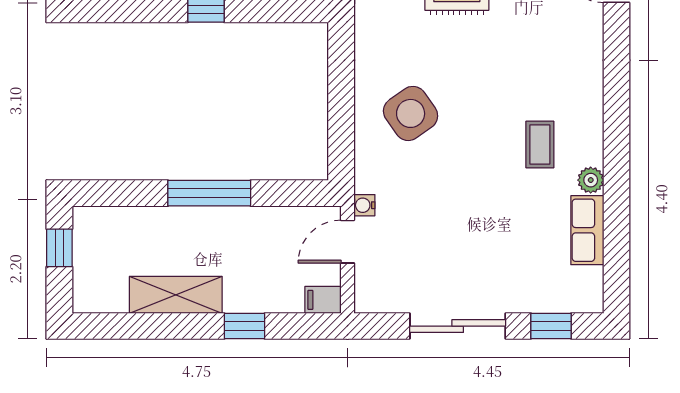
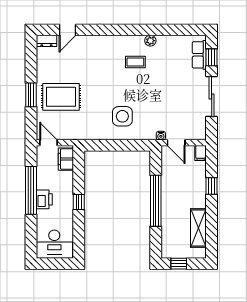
side table: (411, 113) -> (122, 116), turned 35
window: (209, 193) -> (156, 201), width x1.46
row of seats: (587, 230) -> (199, 55), moved, turned 90
shelving: (176, 295) -> (198, 228), moved

